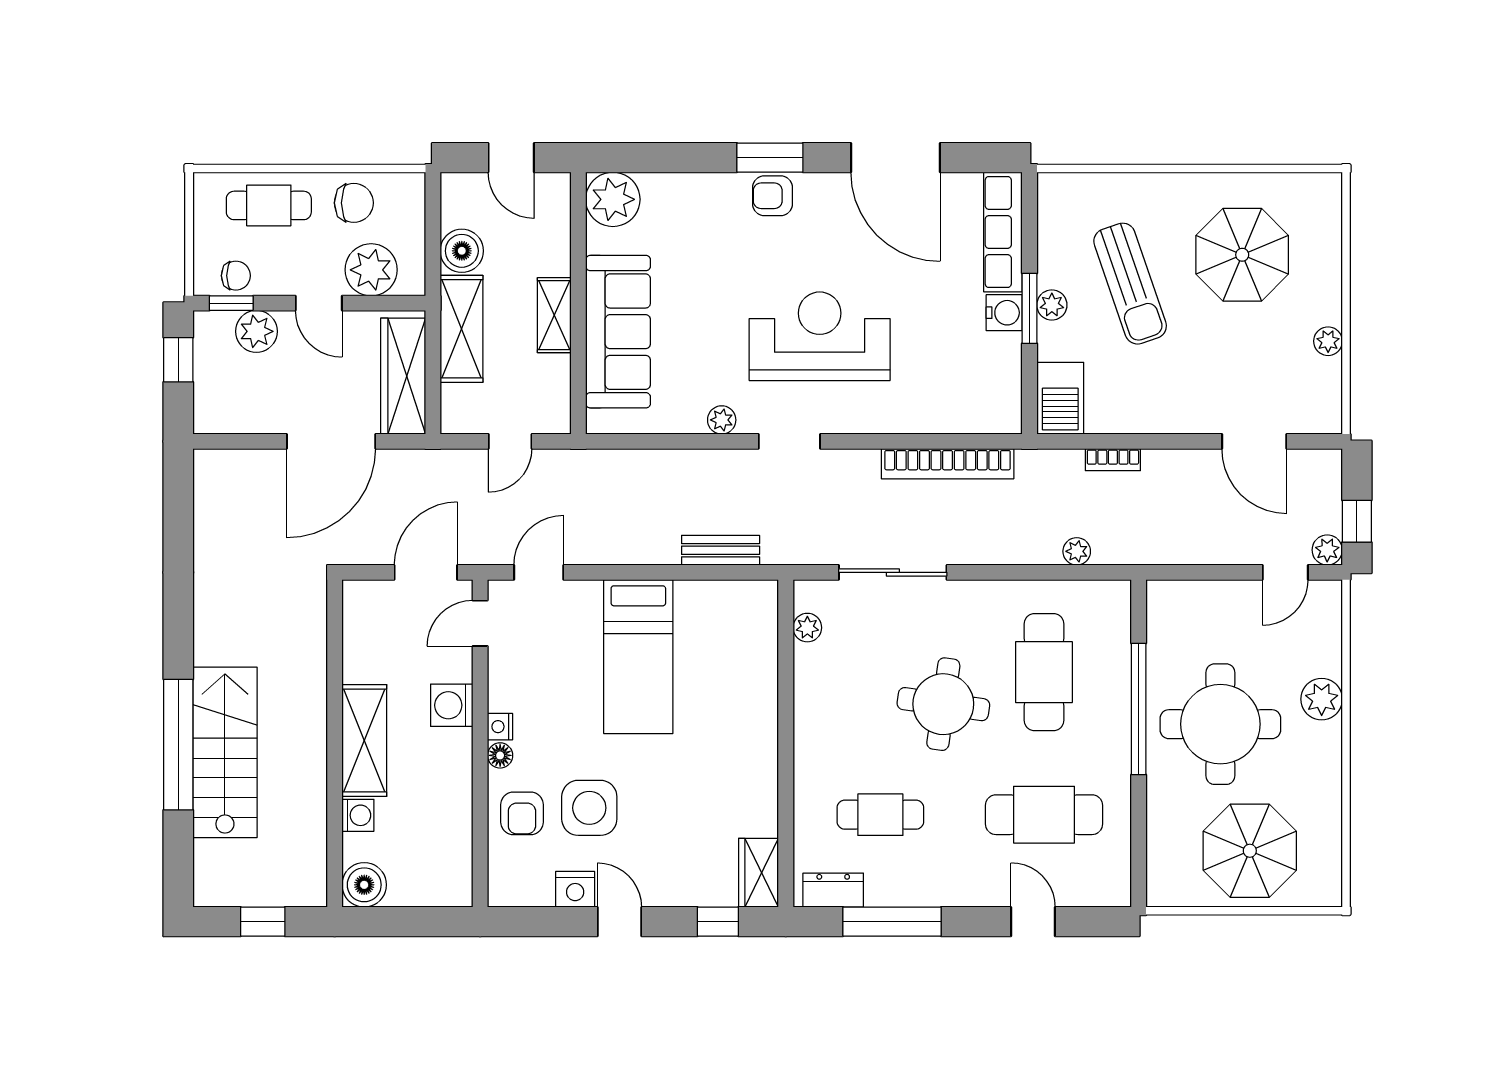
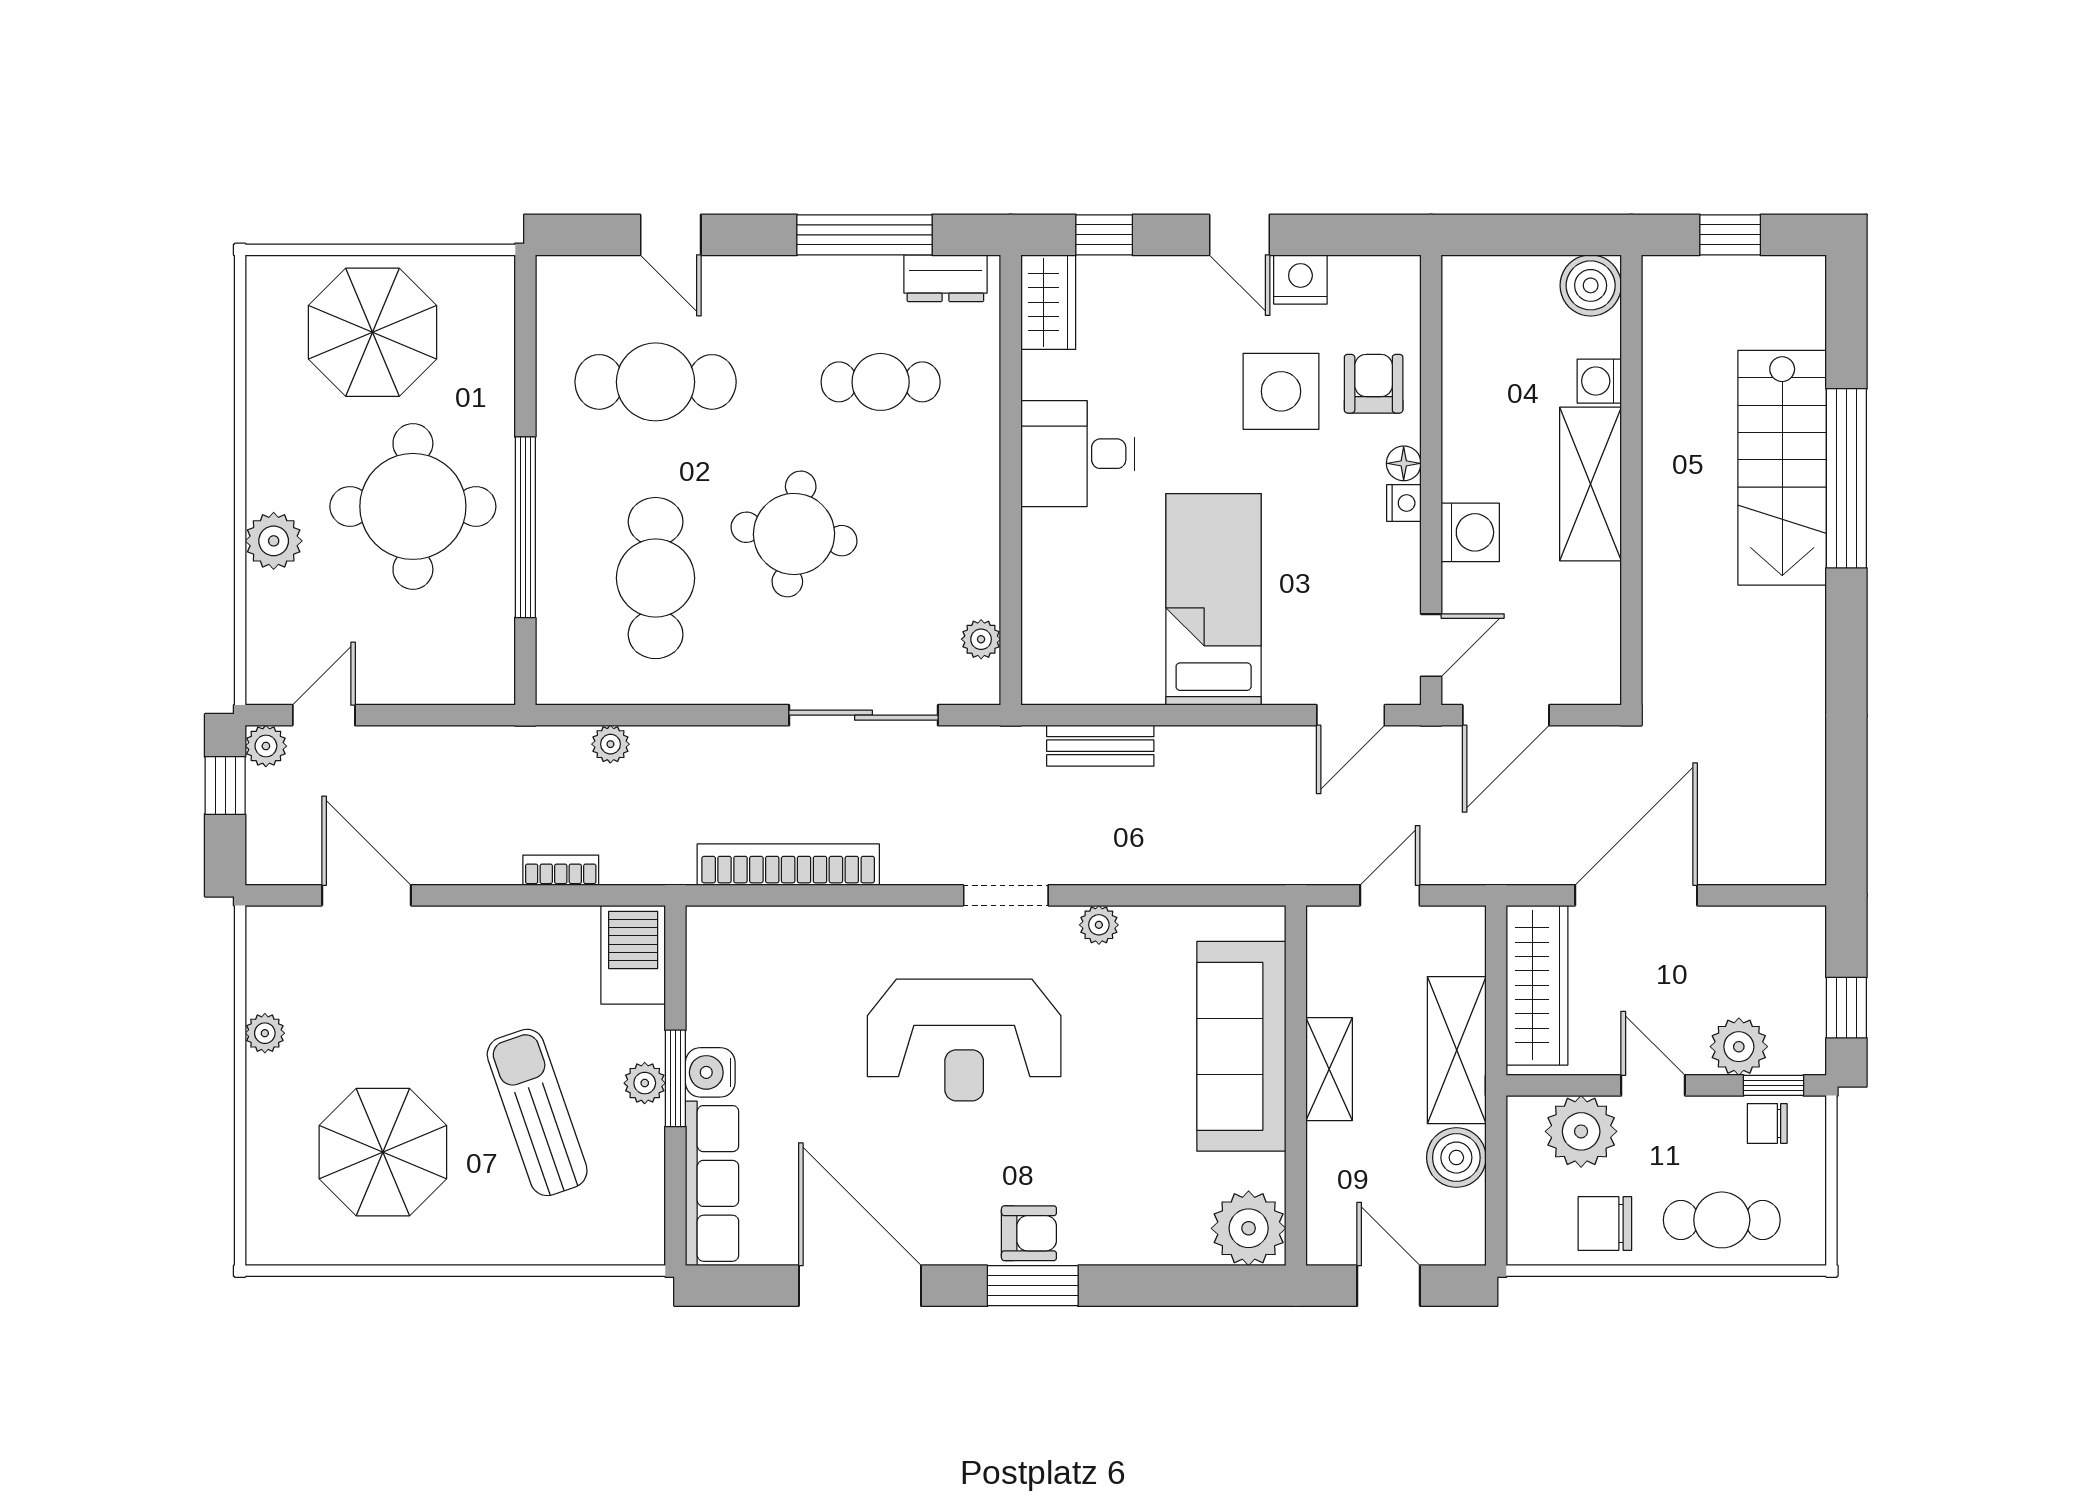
desk: (737, 763) -> (1078, 454), added

